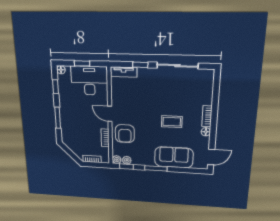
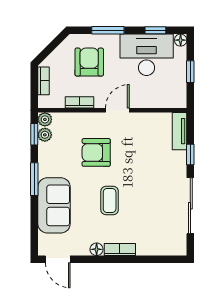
desk: (89, 81) -> (147, 55), moved, turned -90
armchair: (79, 130) -> (89, 62), added
armchair: (125, 134) -> (96, 152), moved

